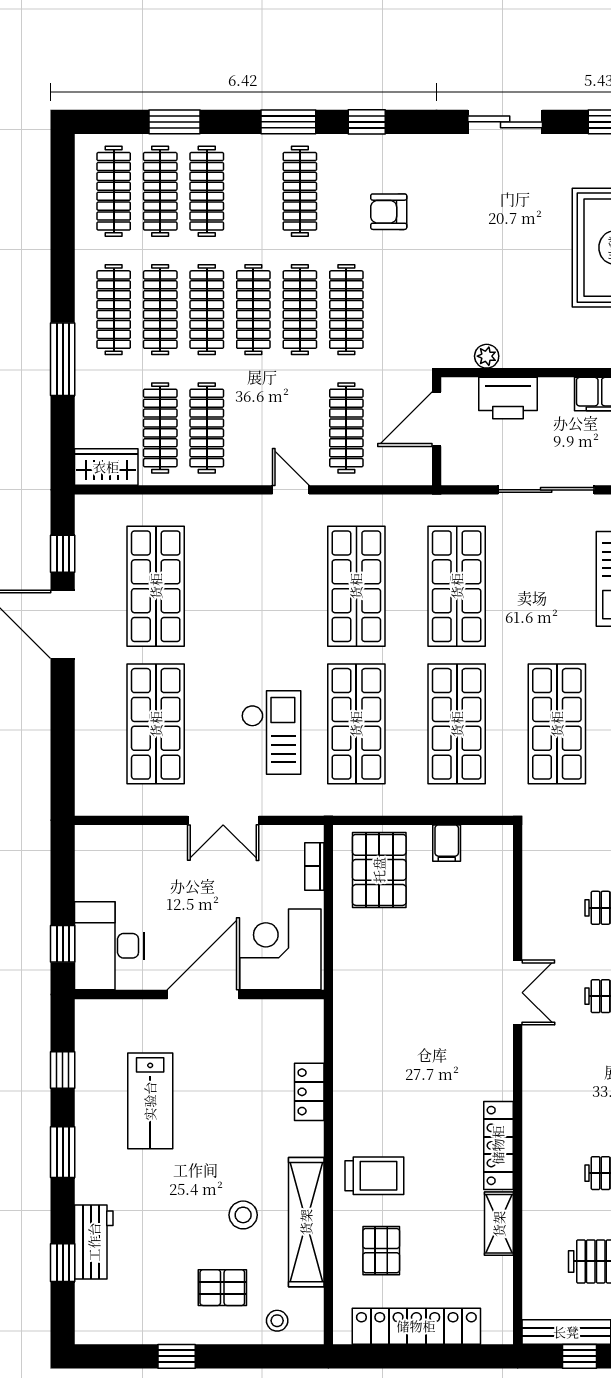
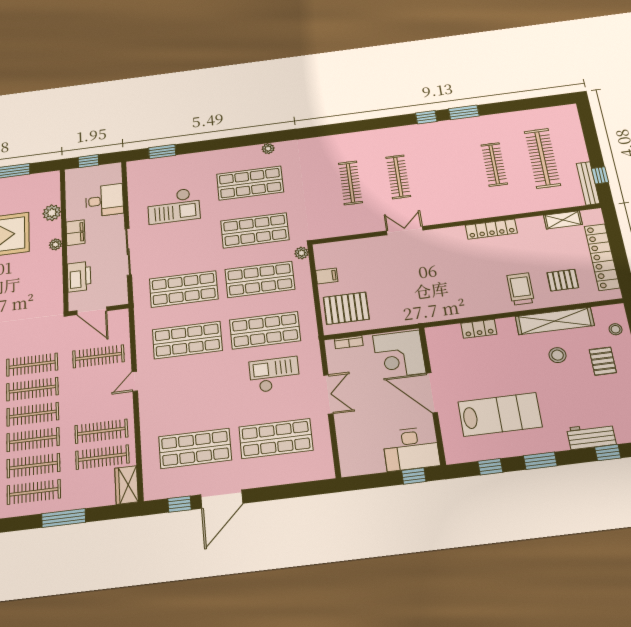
plant: (487, 356) -> (55, 244), moved
plant: (499, 803) -> (302, 253), added
lab bench: (150, 1101) -> (500, 414), width x1.36, depth x1.39
shelving: (499, 1224) -> (563, 220), moved

